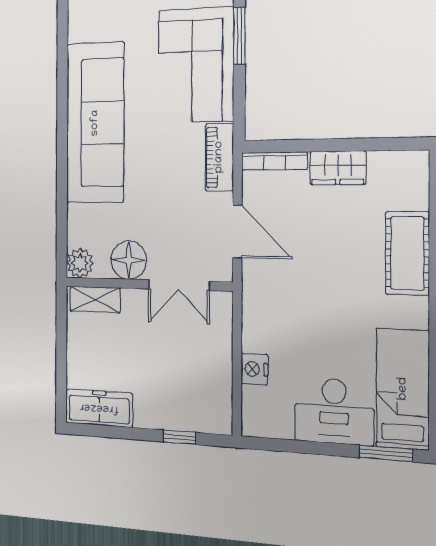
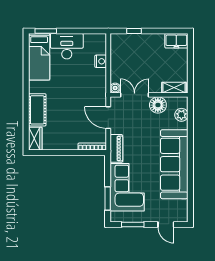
wardrobe: (338, 168) -> (35, 139), moved, turned 90
plant: (80, 263) -> (181, 115), moved
boiler: (222, 303) -> (115, 88), added
freezer: (99, 408) -> (176, 41), width x0.71

